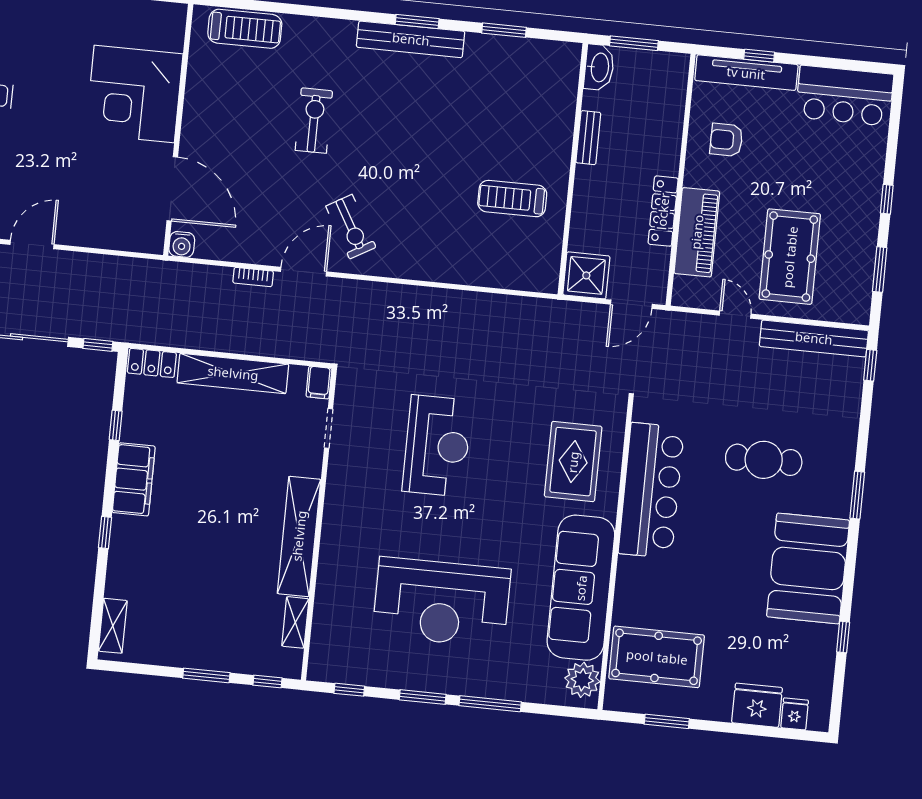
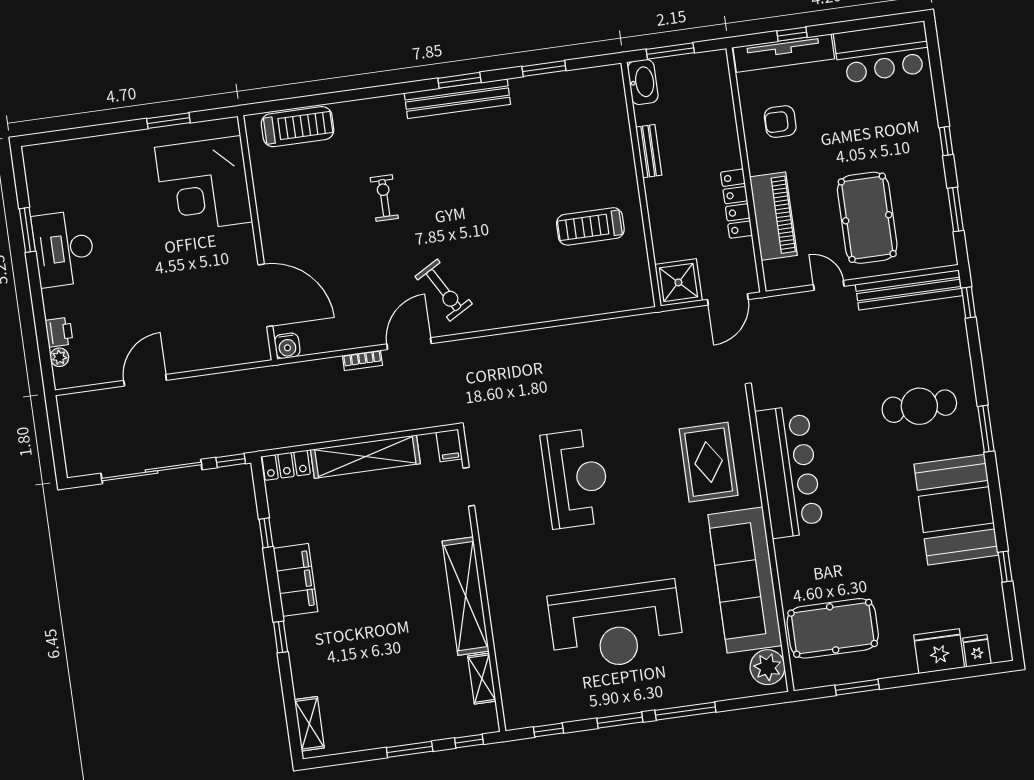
corner desk: (134, 94) -> (204, 185), moved
exercise bike: (314, 121) -> (384, 198), width x0.73, depth x0.72
cafe table: (764, 460) -> (919, 406), moved

